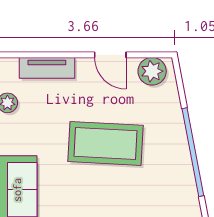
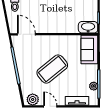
coffee table: (106, 143) -> (52, 69), turned -42

